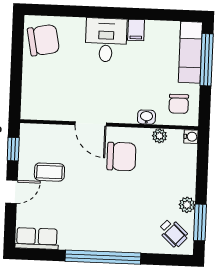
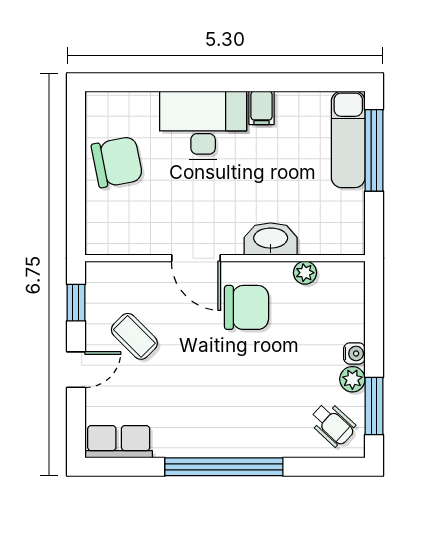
chair: (43, 40) -> (117, 162), moved
desk: (106, 40) -> (203, 125), width x1.37
chair: (179, 104) -> (333, 221), removed
washbasin: (146, 117) -> (271, 239), width x1.91, depth x1.45
water cooler: (191, 137) -> (354, 353), moved
coffee table: (49, 172) -> (134, 336), turned 45

